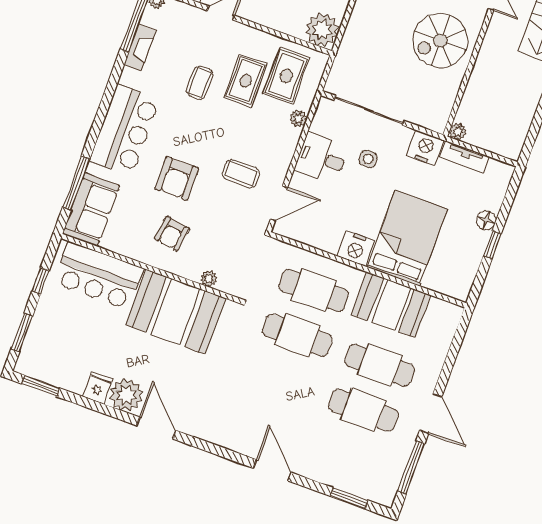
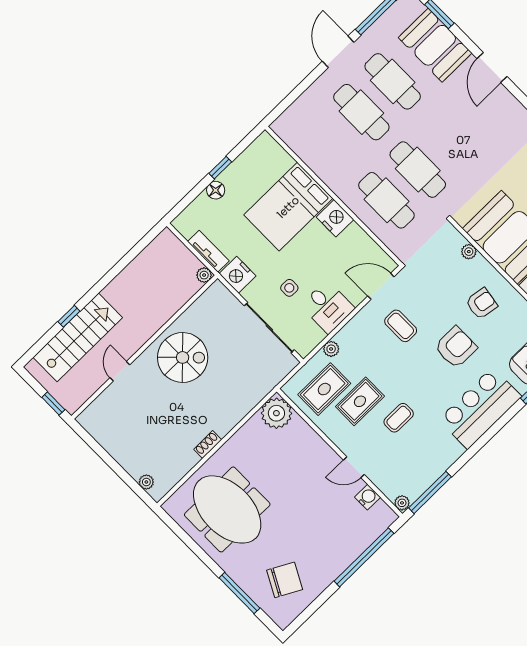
fireplace: (140, 48) -> (435, 470), removed
booth: (391, 305) -> (435, 45), moved

